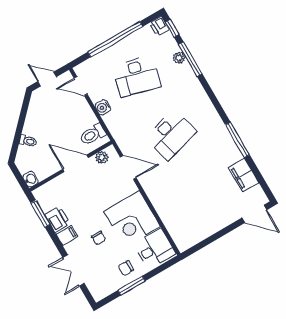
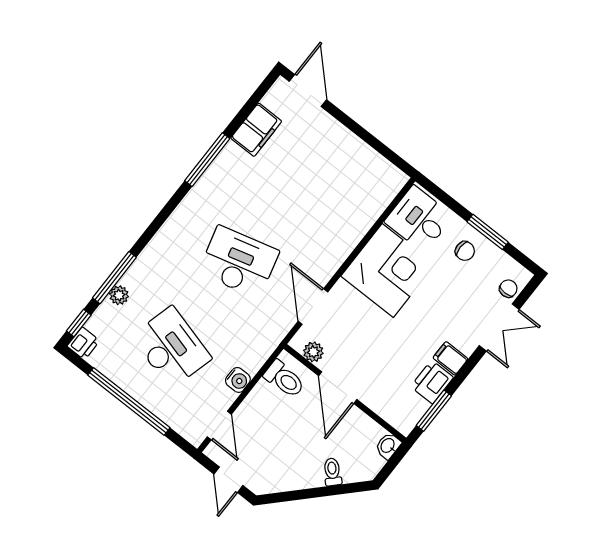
chair: (99, 238) -> (508, 289), moved

